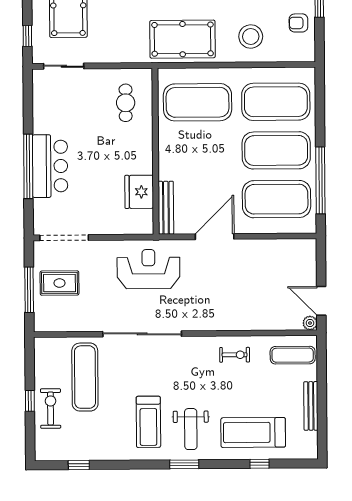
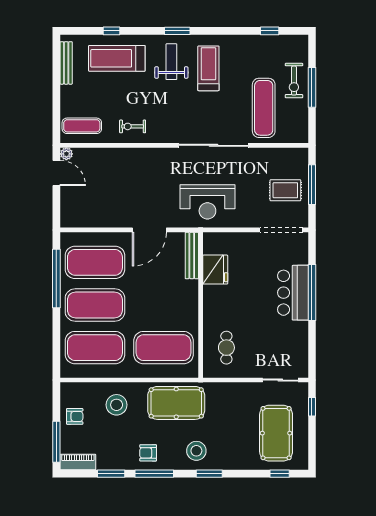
window: (30, 401) -> (312, 87), width x2.17
bench: (311, 406) -> (66, 63), moved
treadmill: (253, 432) -> (117, 58), turned 180

